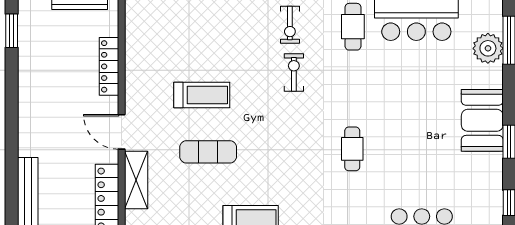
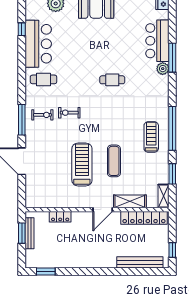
locker: (109, 66) -> (60, 217), width x0.66
treadmill: (202, 95) -> (82, 164), width x1.37, depth x1.38

